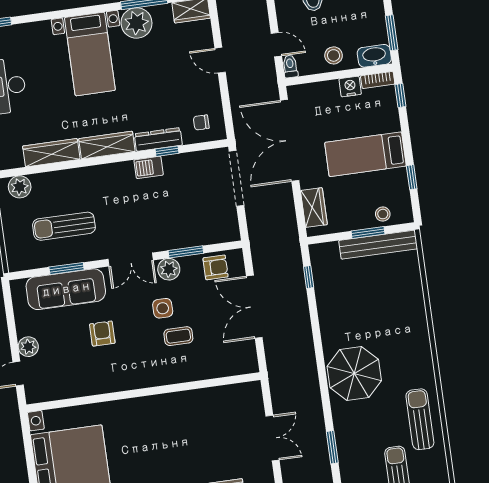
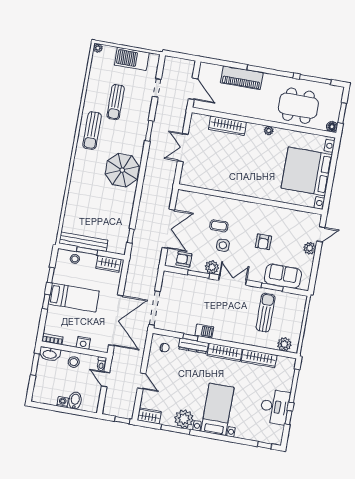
nightstand: (350, 87) -> (83, 343), moved
window: (400, 96) -> (46, 302), moved
wardrobe: (314, 208) -> (108, 264), moved, turned -90
sun lounger: (64, 226) -> (266, 313), turned -90
sofa: (66, 289) -> (283, 276), width x0.73

